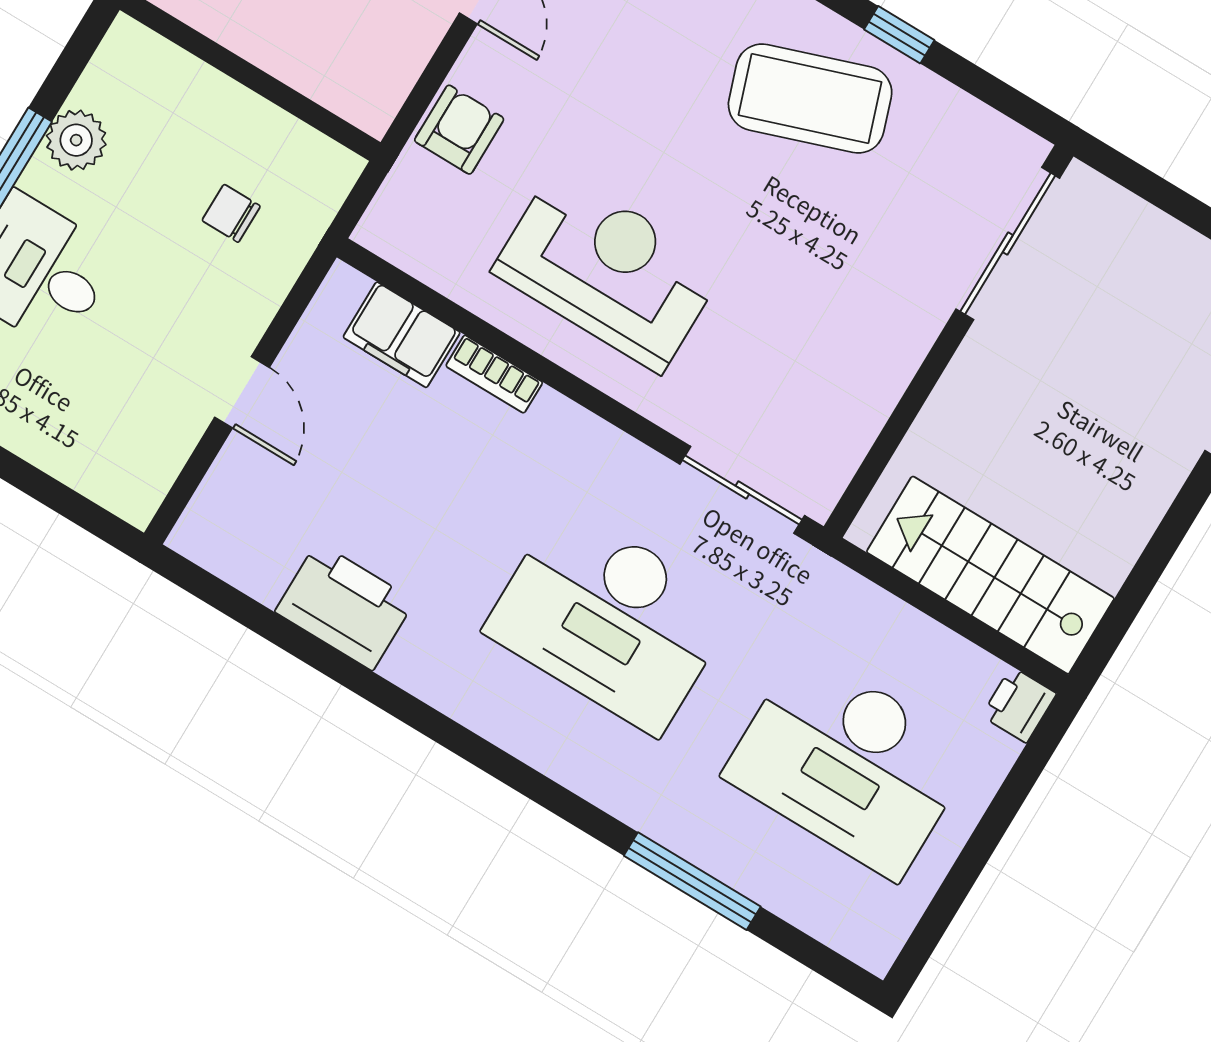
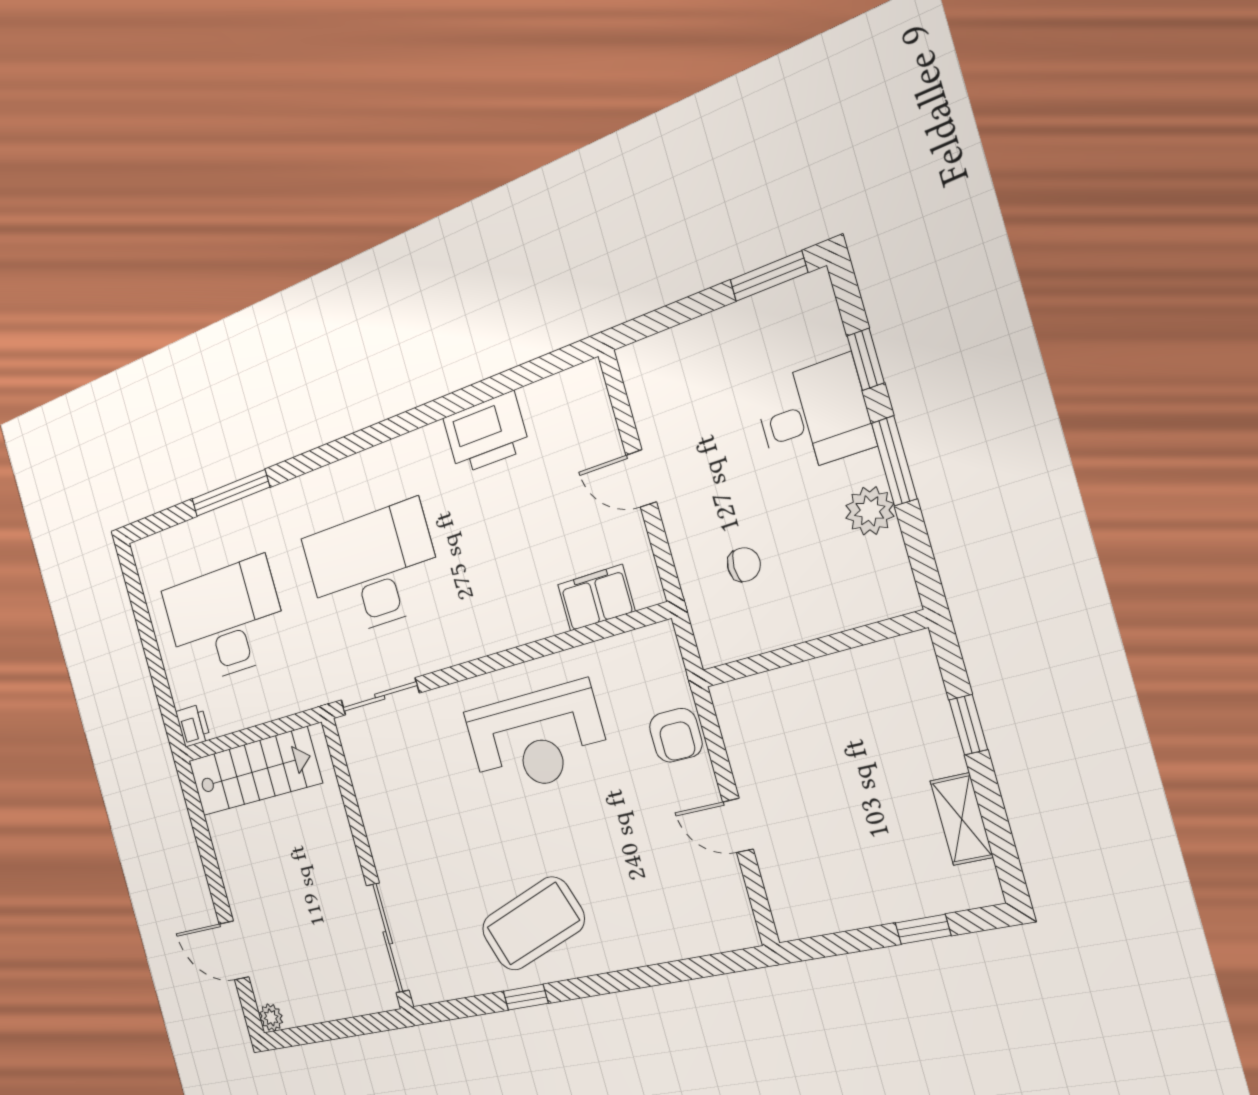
bookcase: (494, 374) -> (535, 628), removed

